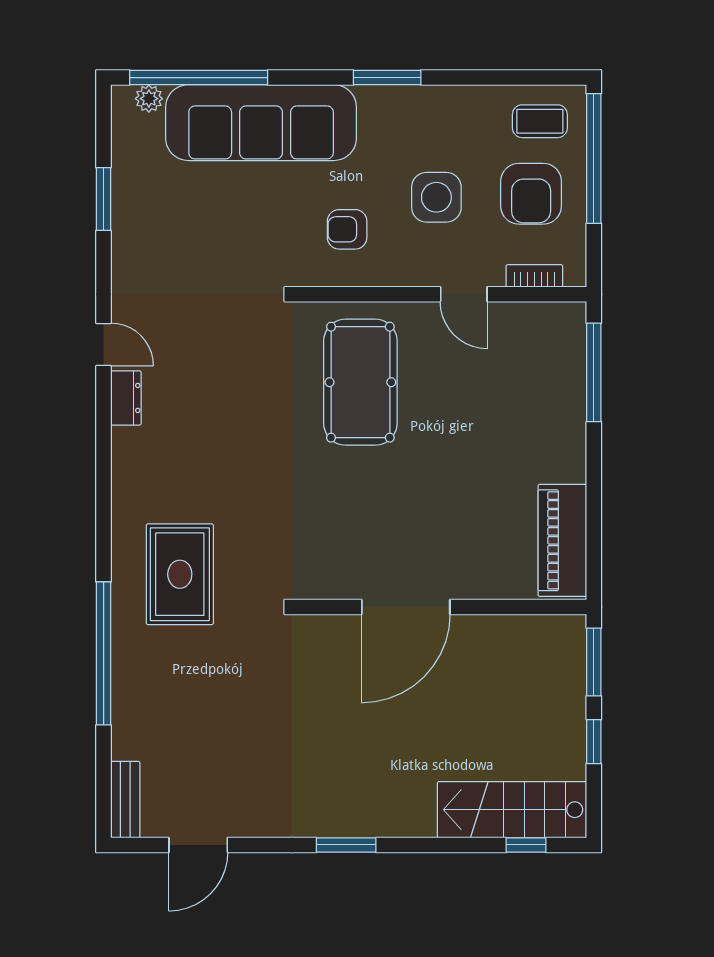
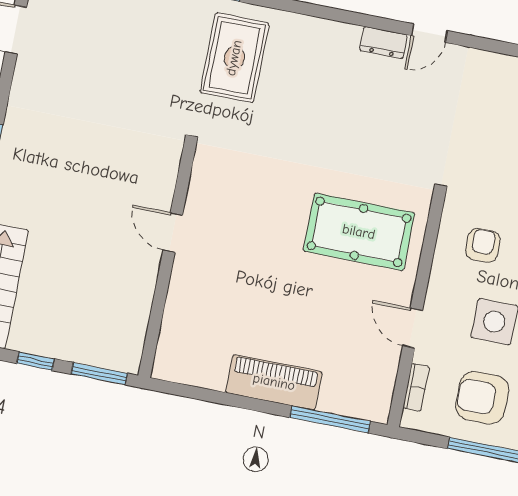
door: (464, 294) -> (413, 328), hinge flipped
piano: (562, 540) -> (274, 382), moved
rug: (180, 574) -> (234, 58), turned 90
door: (406, 607) -> (173, 233), width x0.53

